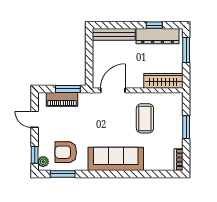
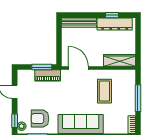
window: (186, 50) -> (138, 35), removed
door: (113, 90) -> (78, 68), hinge flipped
piano: (62, 99) -> (48, 75), moved
window: (186, 127) -> (138, 98), width x1.44

